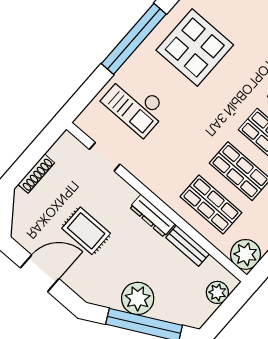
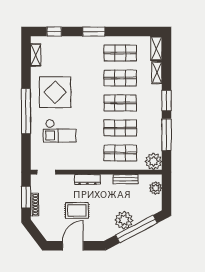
checkout: (135, 105) -> (60, 131), moved
window: (34, 153) -> (26, 197), added
doorway: (105, 157) -> (46, 172), moved
dresser: (152, 216) -> (87, 179), moved

